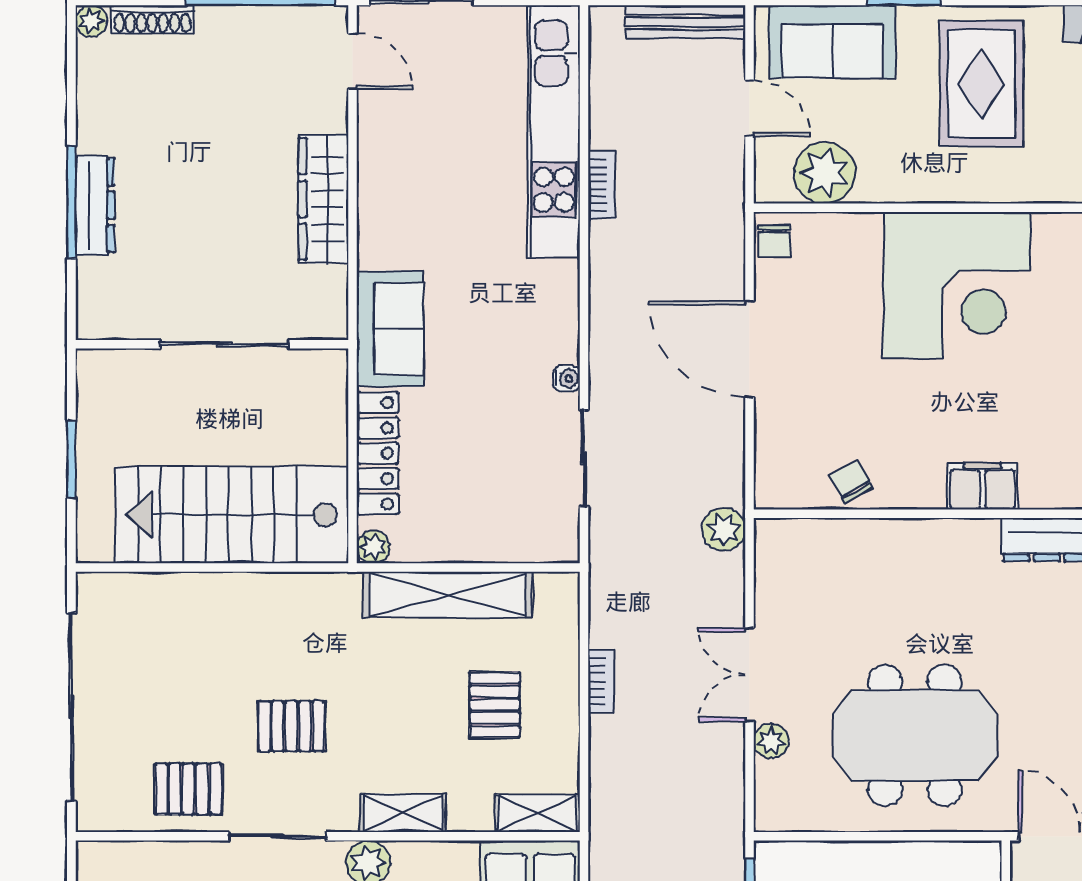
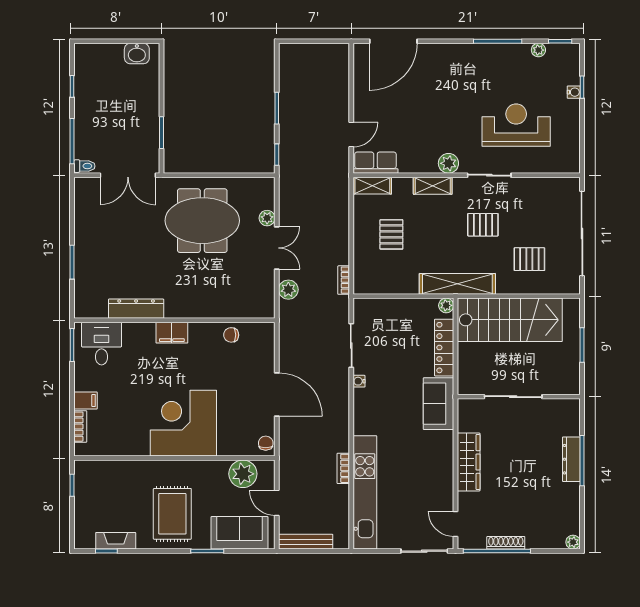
shoe rack: (152, 20) -> (506, 543), moved
chair: (851, 481) -> (231, 335), turned 120
plant: (724, 529) -> (288, 290), moved
shelving: (447, 595) -> (457, 284), moved
bookcase: (601, 681) -> (344, 280), moved
pallet: (188, 789) -> (529, 259), moved

